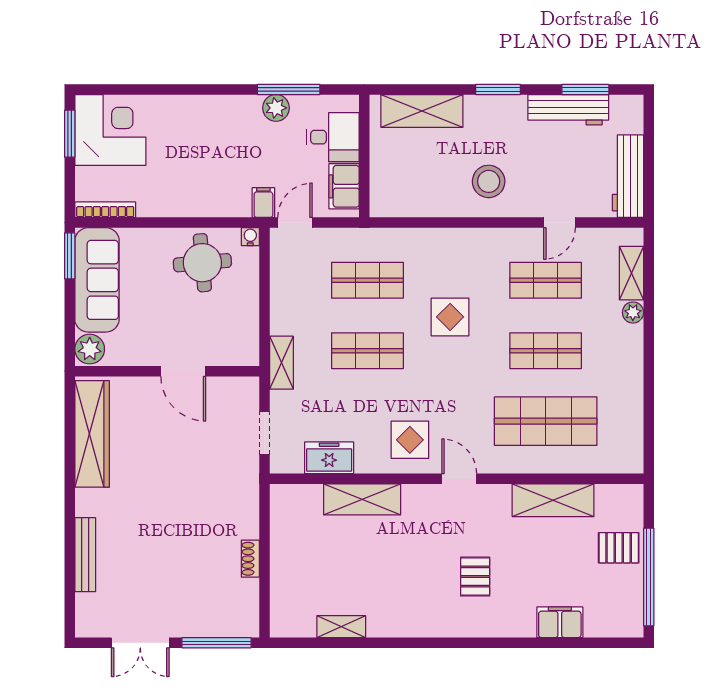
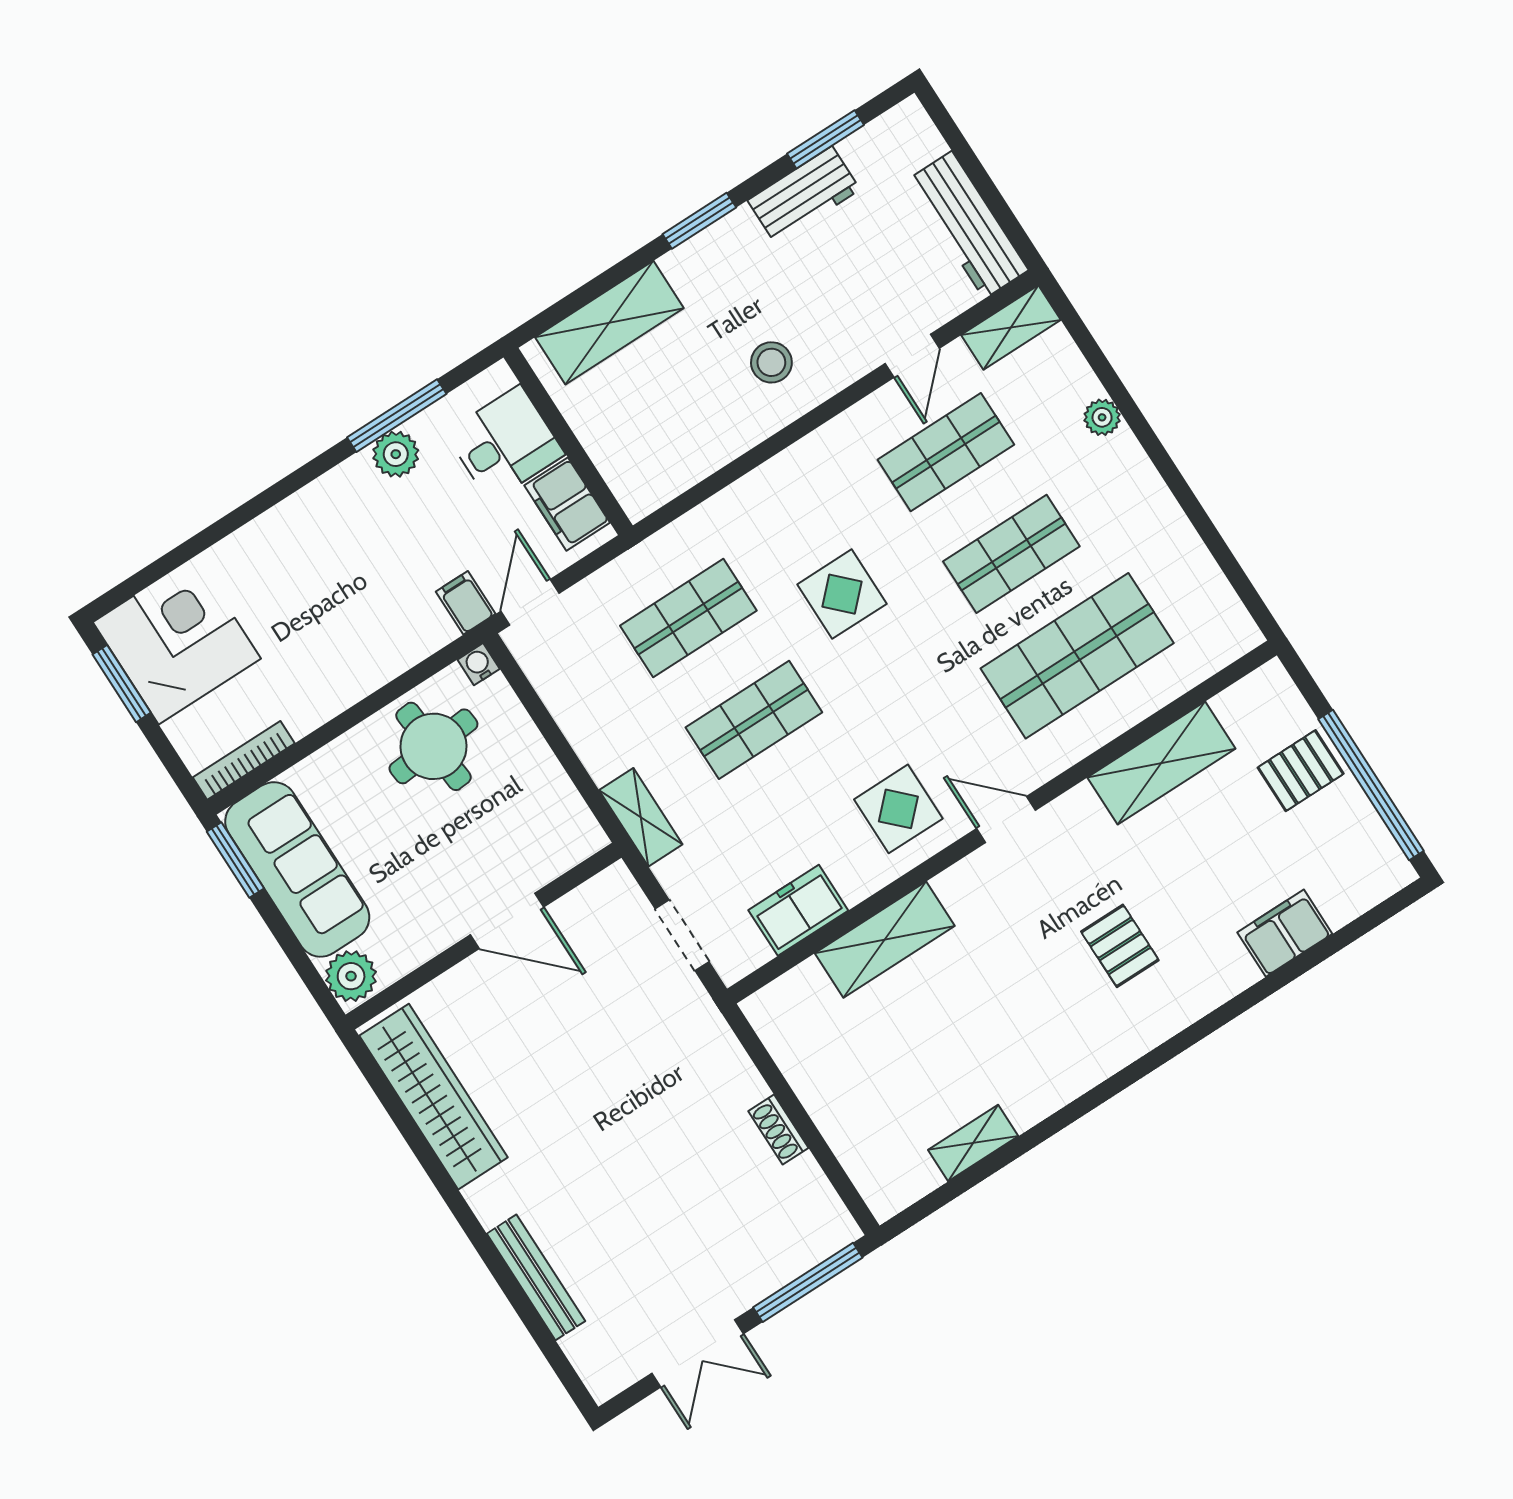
workbench: (568, 110) -> (804, 195), width x0.73
stool: (489, 181) -> (771, 362), width x0.73, depth x0.73
shelving: (631, 273) -> (1011, 327), moved, turned 90

